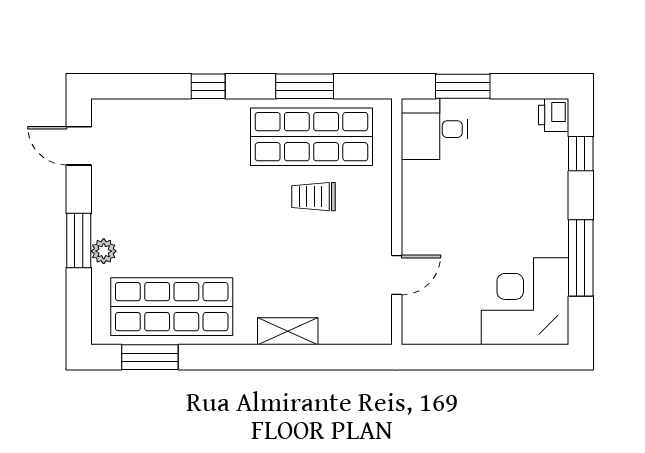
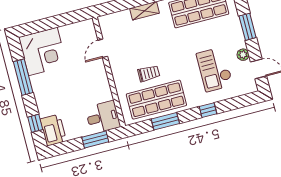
printer: (554, 115) -> (53, 130), width x1.87, depth x1.48
checkout: (172, 169) -> (215, 69), added
plant: (104, 251) -> (243, 55), moved

